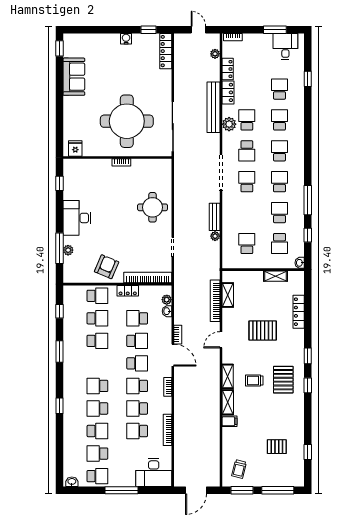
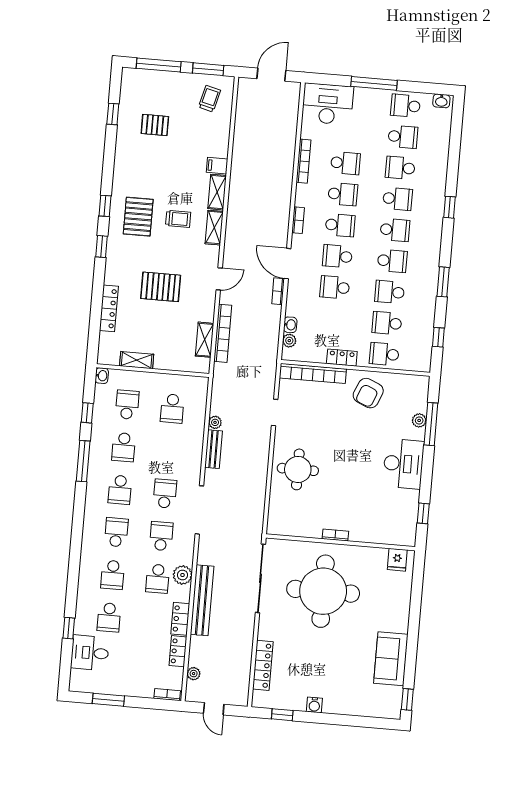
desk: (285, 46) -> (90, 653), moved, turned 90
locker: (166, 51) -> (263, 665), moved
school desk: (279, 151) -> (116, 532), turned 180
school desk: (247, 182) -> (165, 494), turned 180
school desk: (137, 318) -> (392, 261), moved

